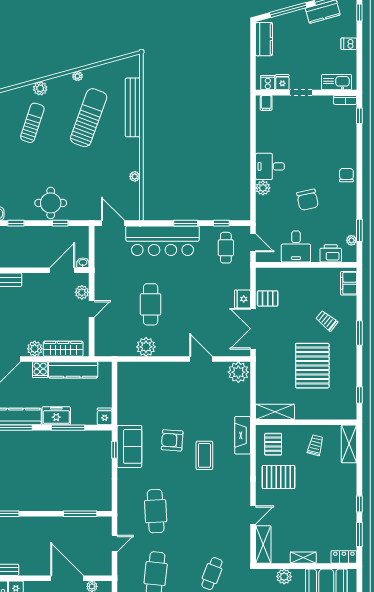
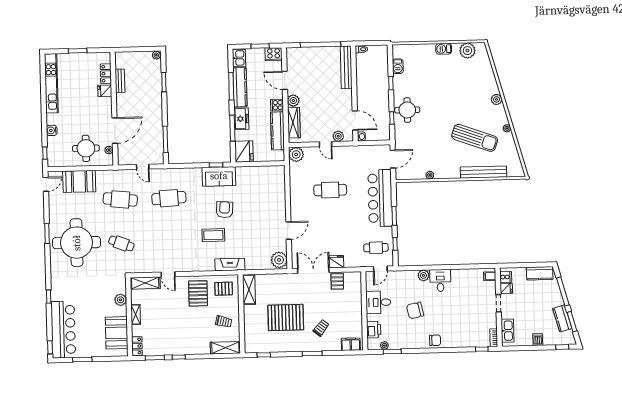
sun lounger: (32, 123) -> (470, 94), removed
plant: (146, 347) -> (296, 154), moved
fridge: (105, 416) -> (244, 151), width x1.88, depth x1.34

